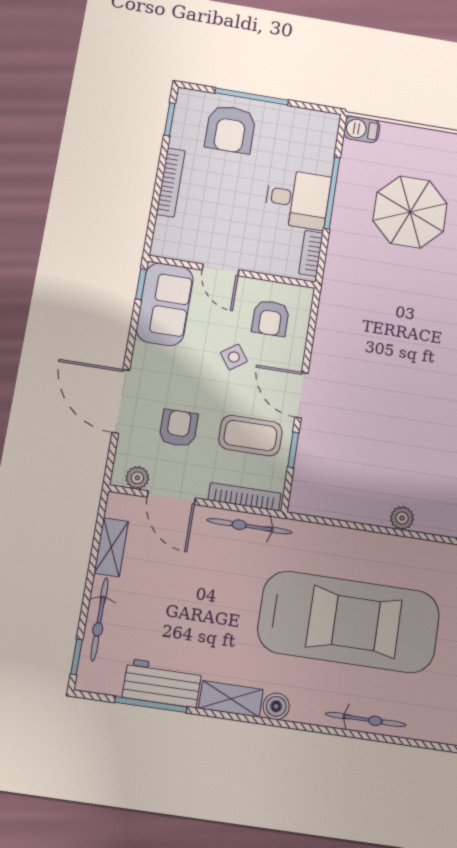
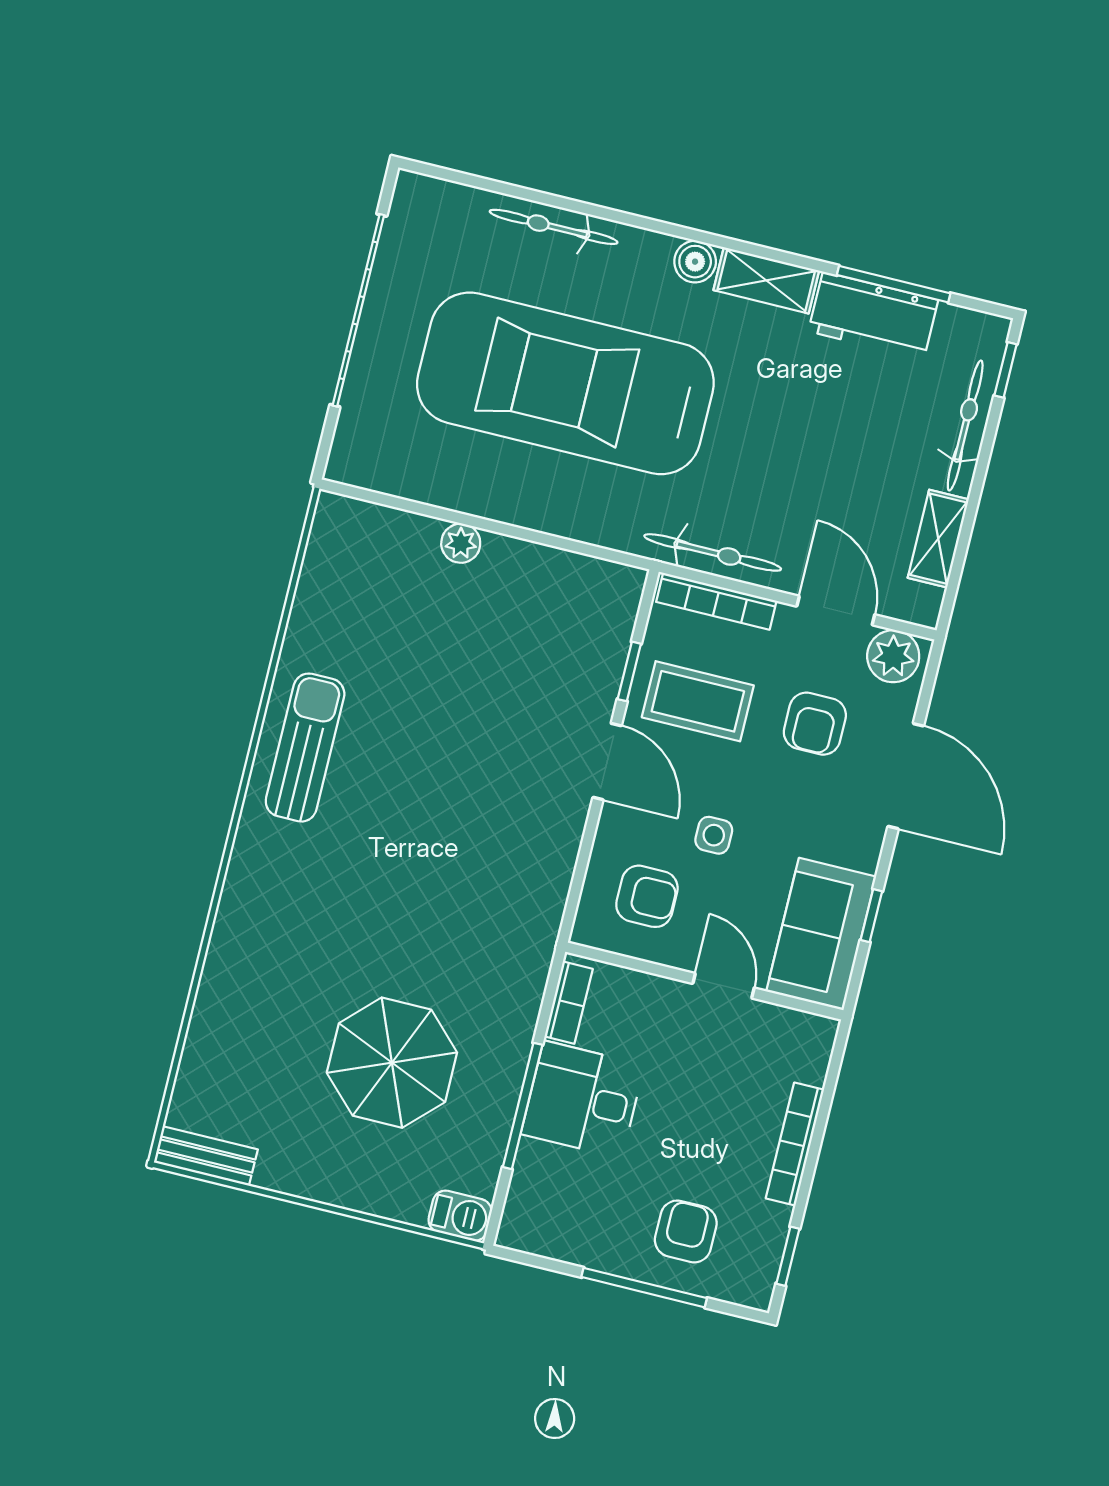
armchair: (230, 129) -> (686, 1231), width x0.72, depth x0.72
window: (141, 284) -> (871, 916), moved
armchair: (271, 318) -> (647, 896), turned 90
side table: (234, 357) -> (714, 835), turned 35
plant: (137, 478) -> (893, 656), width x1.38, depth x1.38

